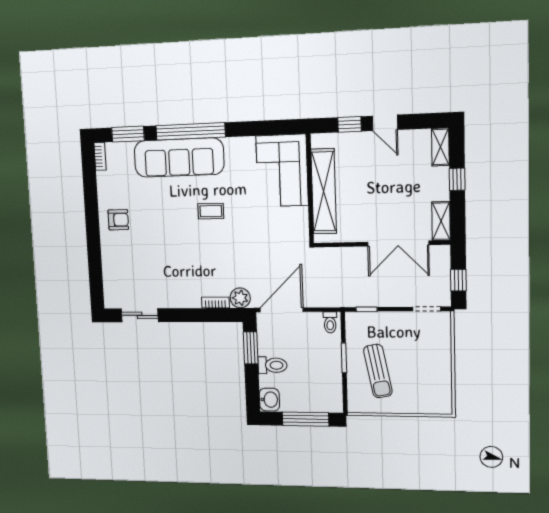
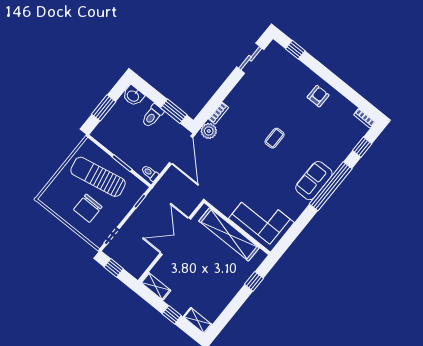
door: (385, 123) -> (238, 302), removed
window: (128, 134) -> (362, 147), width x0.67
sofa: (179, 158) -> (314, 181), width x0.54, depth x0.79
coffee table: (211, 211) -> (275, 138), moved
armchair: (118, 220) -> (318, 96), turned 180
double door: (398, 244) -> (175, 236), moved
window: (96, 279) -> (295, 50), added
chair: (418, 356) -> (88, 208), added
sun lounger: (378, 371) -> (98, 177), width x1.36, depth x1.34
window: (306, 419) -> (104, 108), width x0.69

